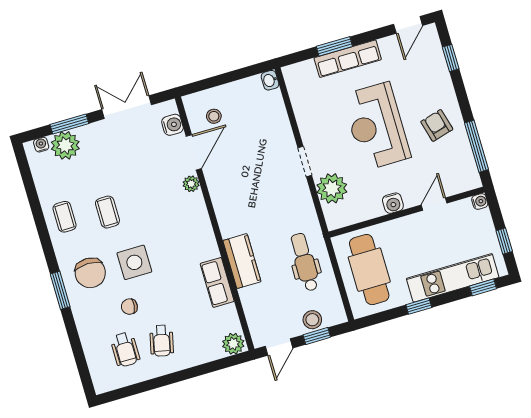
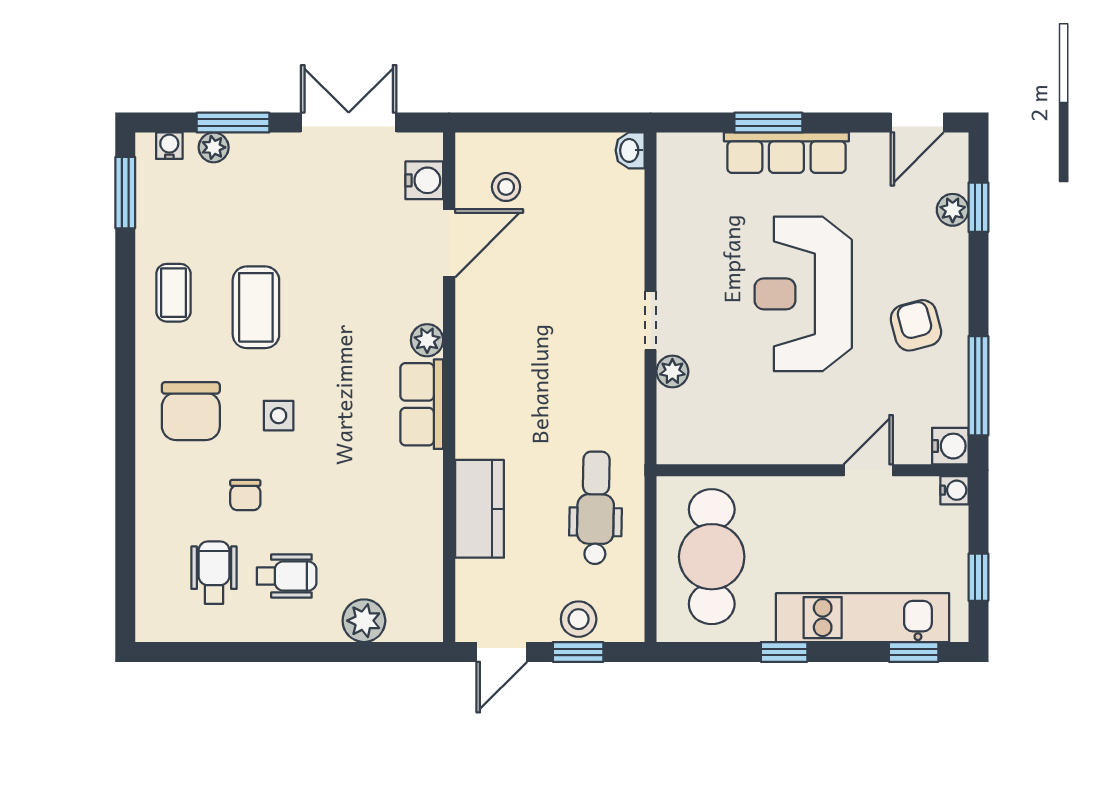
plant: (438, 63) -> (953, 210), added
plant: (65, 145) -> (214, 147), width x0.53, depth x0.53
plant: (191, 184) -> (427, 340), moved
plant: (332, 188) -> (672, 372), width x0.53, depth x0.53
water cooler: (393, 203) -> (950, 446), moved, turned -90
coffee table: (107, 212) -> (256, 307), width x1.36, depth x1.30
kitchen counter: (242, 261) -> (479, 509), moved
side table: (134, 262) -> (279, 416), width x0.54, depth x0.54
row of seats: (217, 282) -> (422, 404), moved
window: (60, 290) -> (125, 193), moved
chair: (129, 307) -> (245, 495), turned -97
wheelchair: (162, 341) -> (287, 576), turned -103
plant: (233, 344) -> (364, 621), moved
wheelchair: (125, 349) -> (214, 573), turned 180

